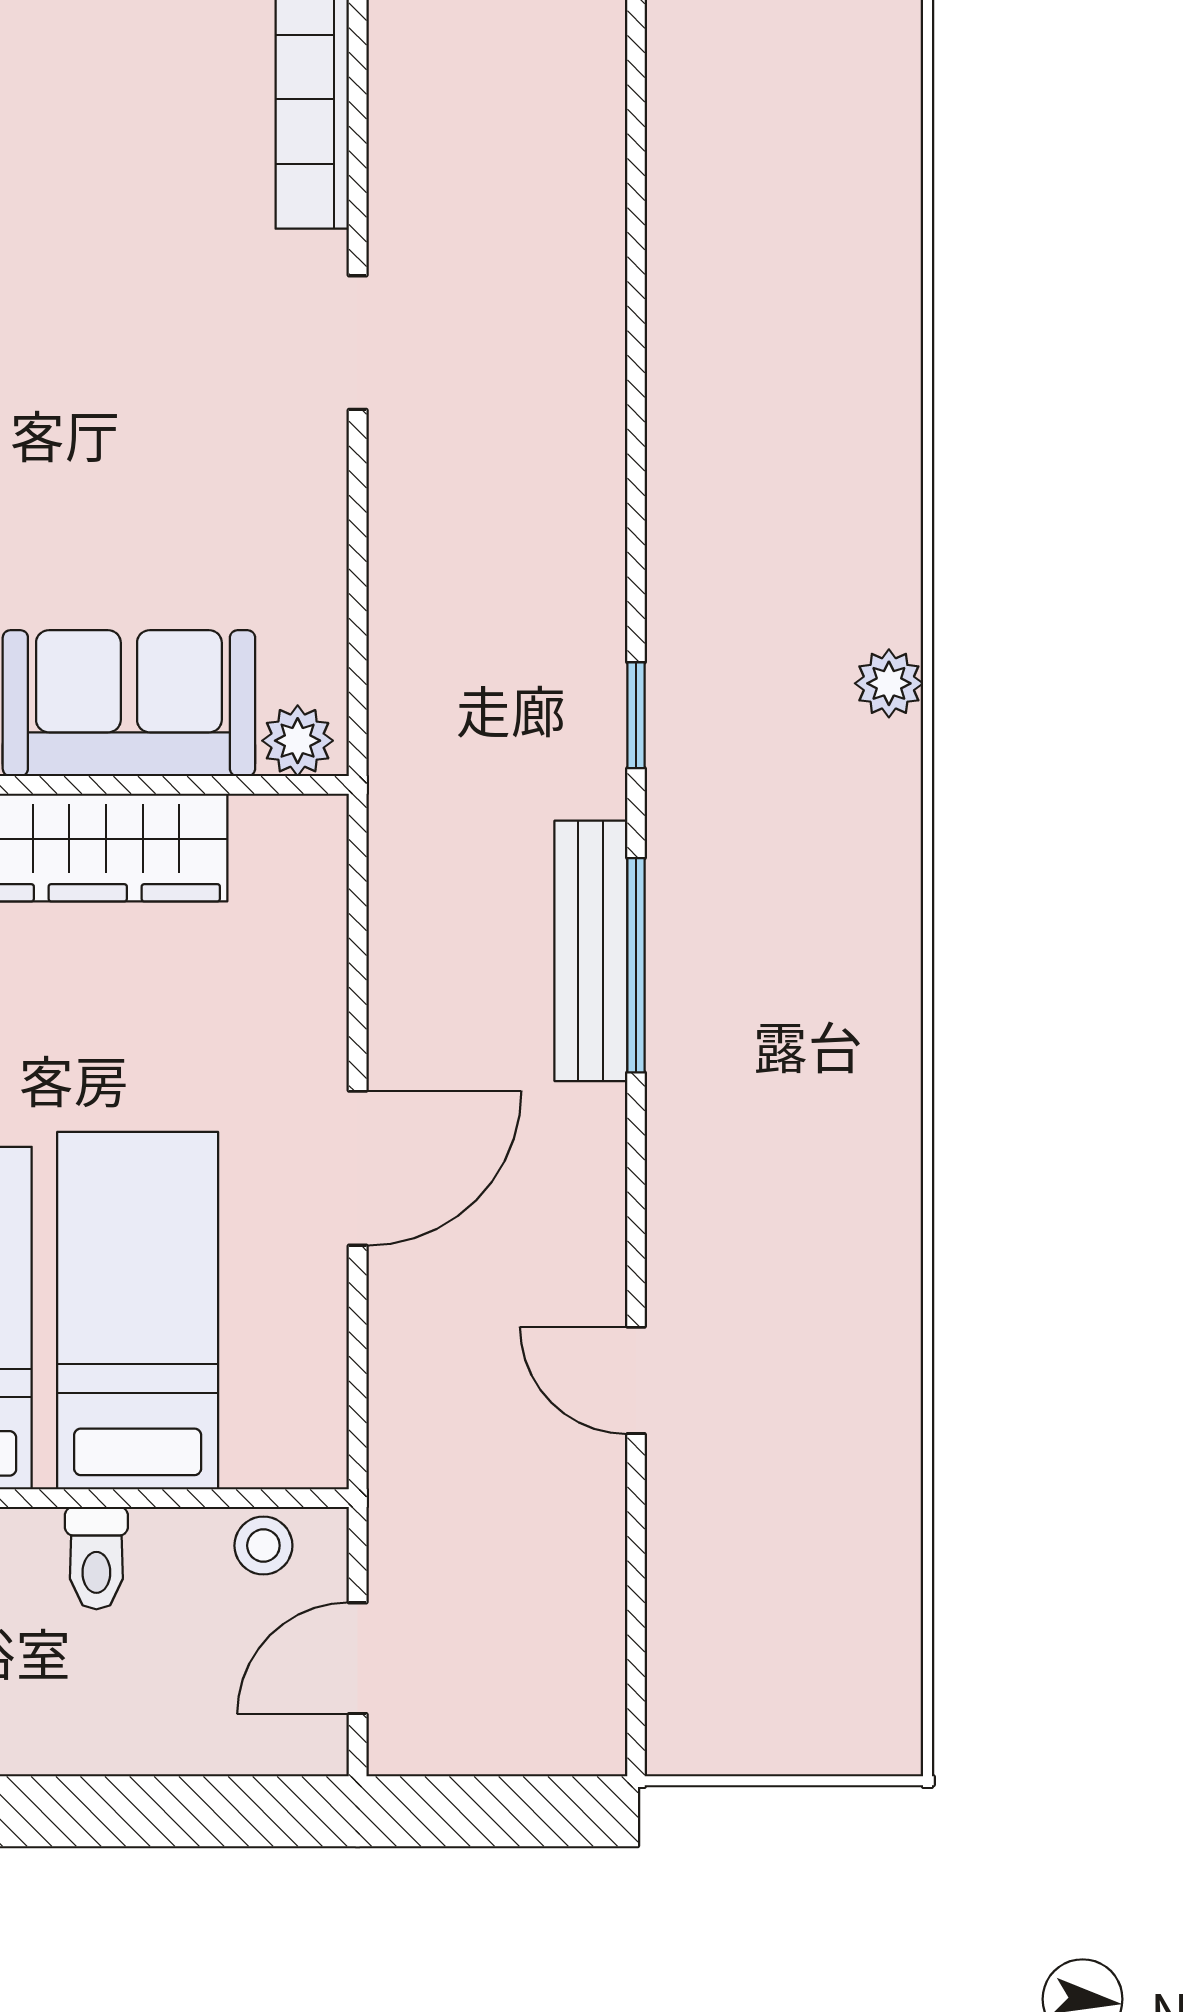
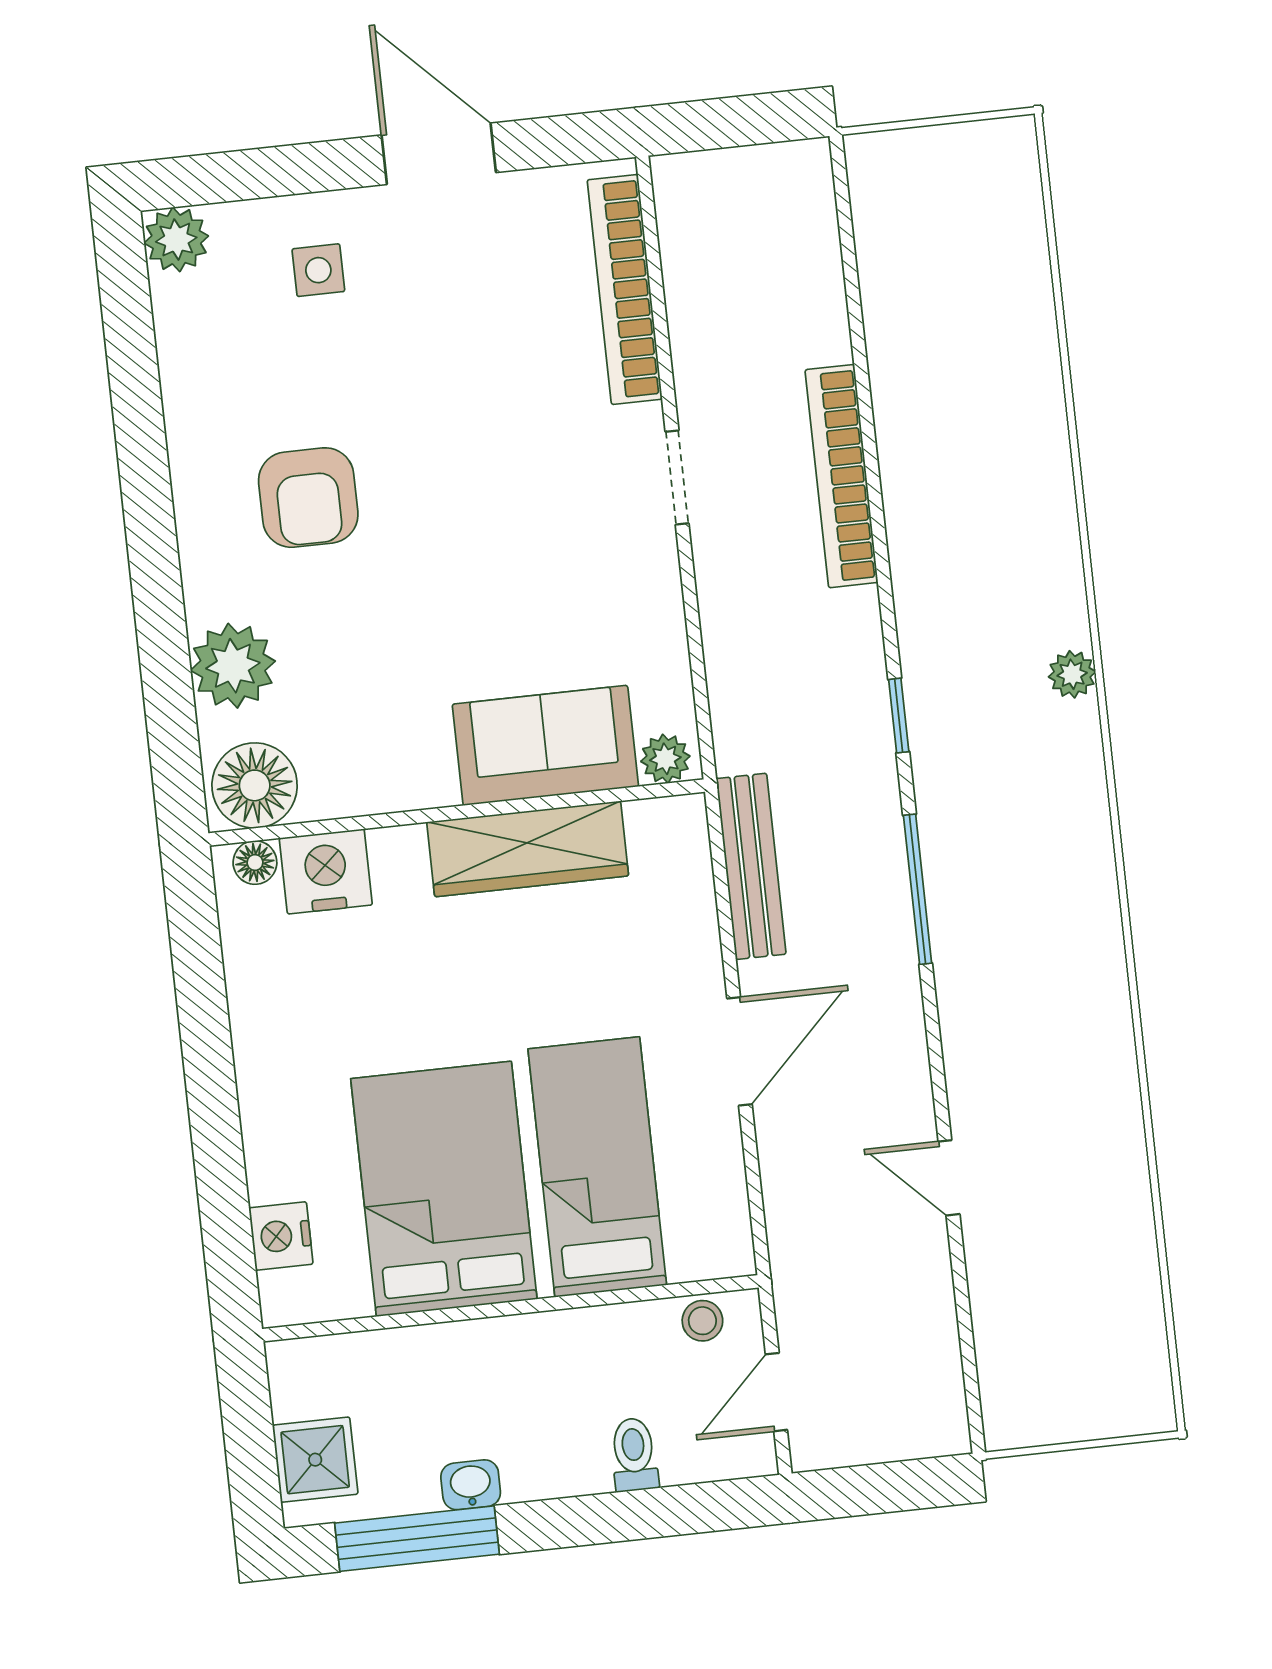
bookcase: (592, 366) -> (842, 476), added
bench: (591, 951) -> (751, 866), moved
toilet: (96, 1558) -> (634, 1455), moved, turned 180

